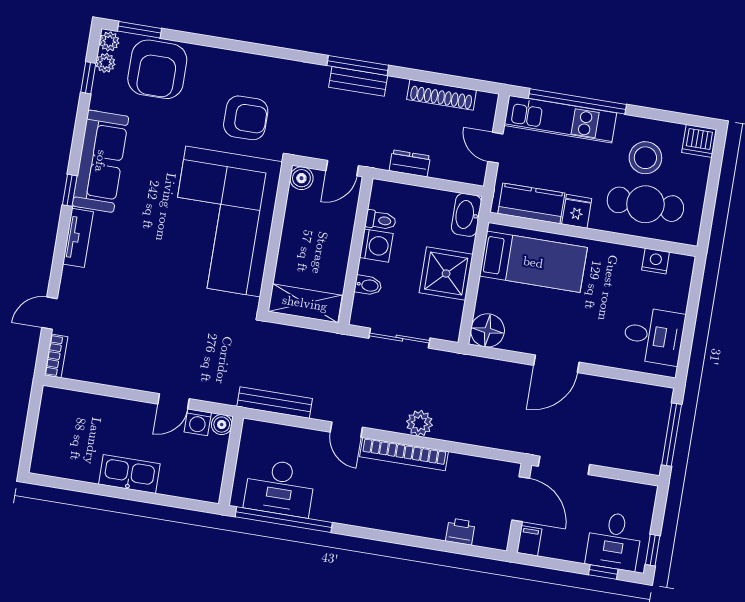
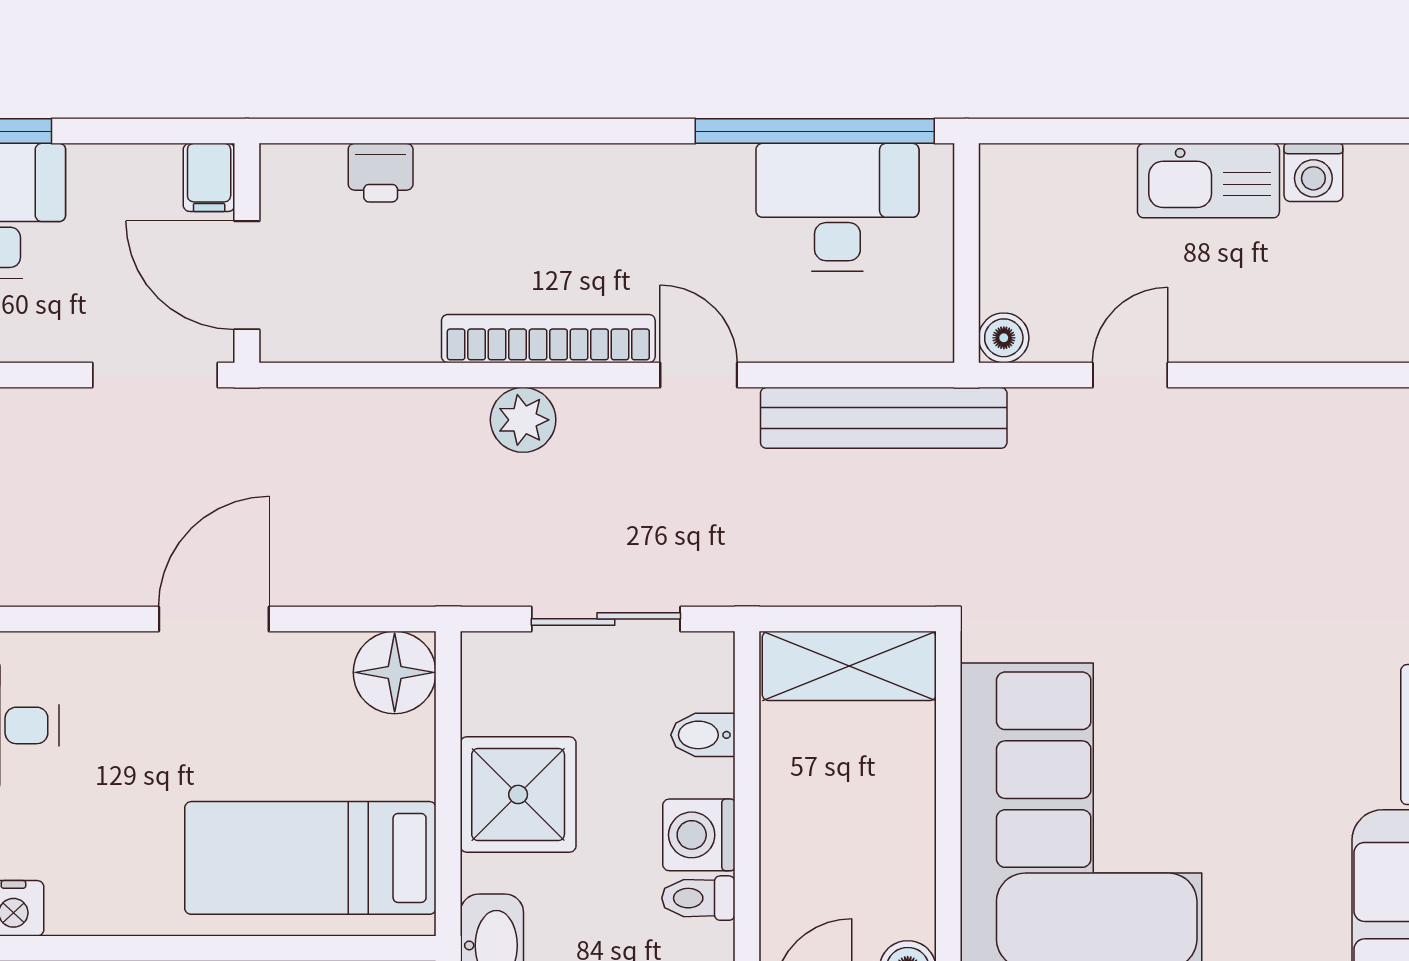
bench: (275, 403) -> (884, 418), width x1.37, depth x1.21
washing machine: (198, 422) -> (1313, 172), moved, turned 180

